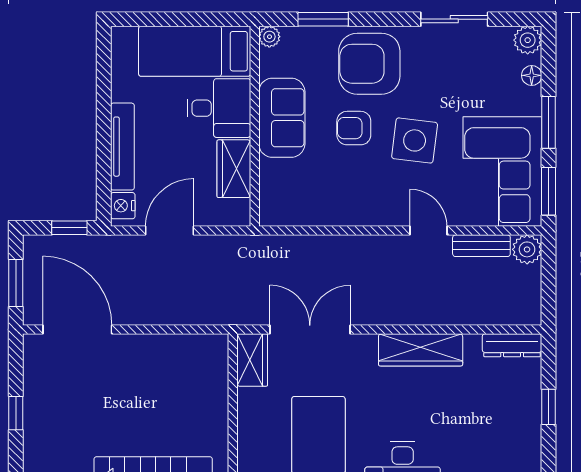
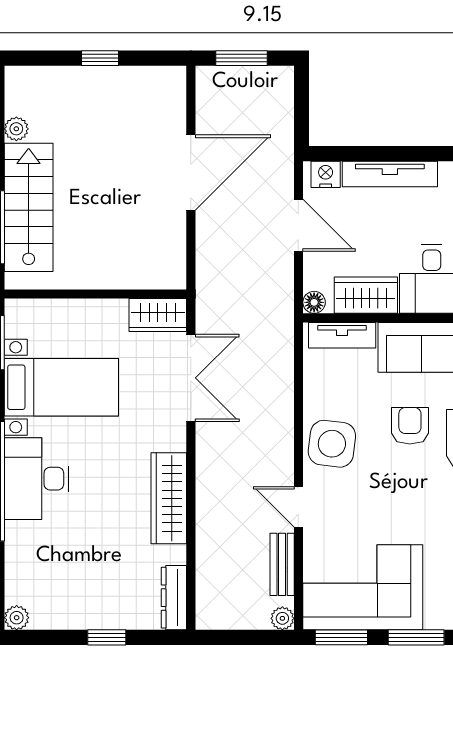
side table: (415, 140) -> (332, 444), moved
tv unit: (271, 191) -> (342, 335), added
floor lamp: (240, 216) -> (314, 302), added
window: (69, 228) -> (301, 116), removed
door: (428, 231) -> (298, 507), swing flipped
plant: (527, 249) -> (282, 618), width x0.73, depth x0.73
door: (77, 329) -> (191, 172), moved

